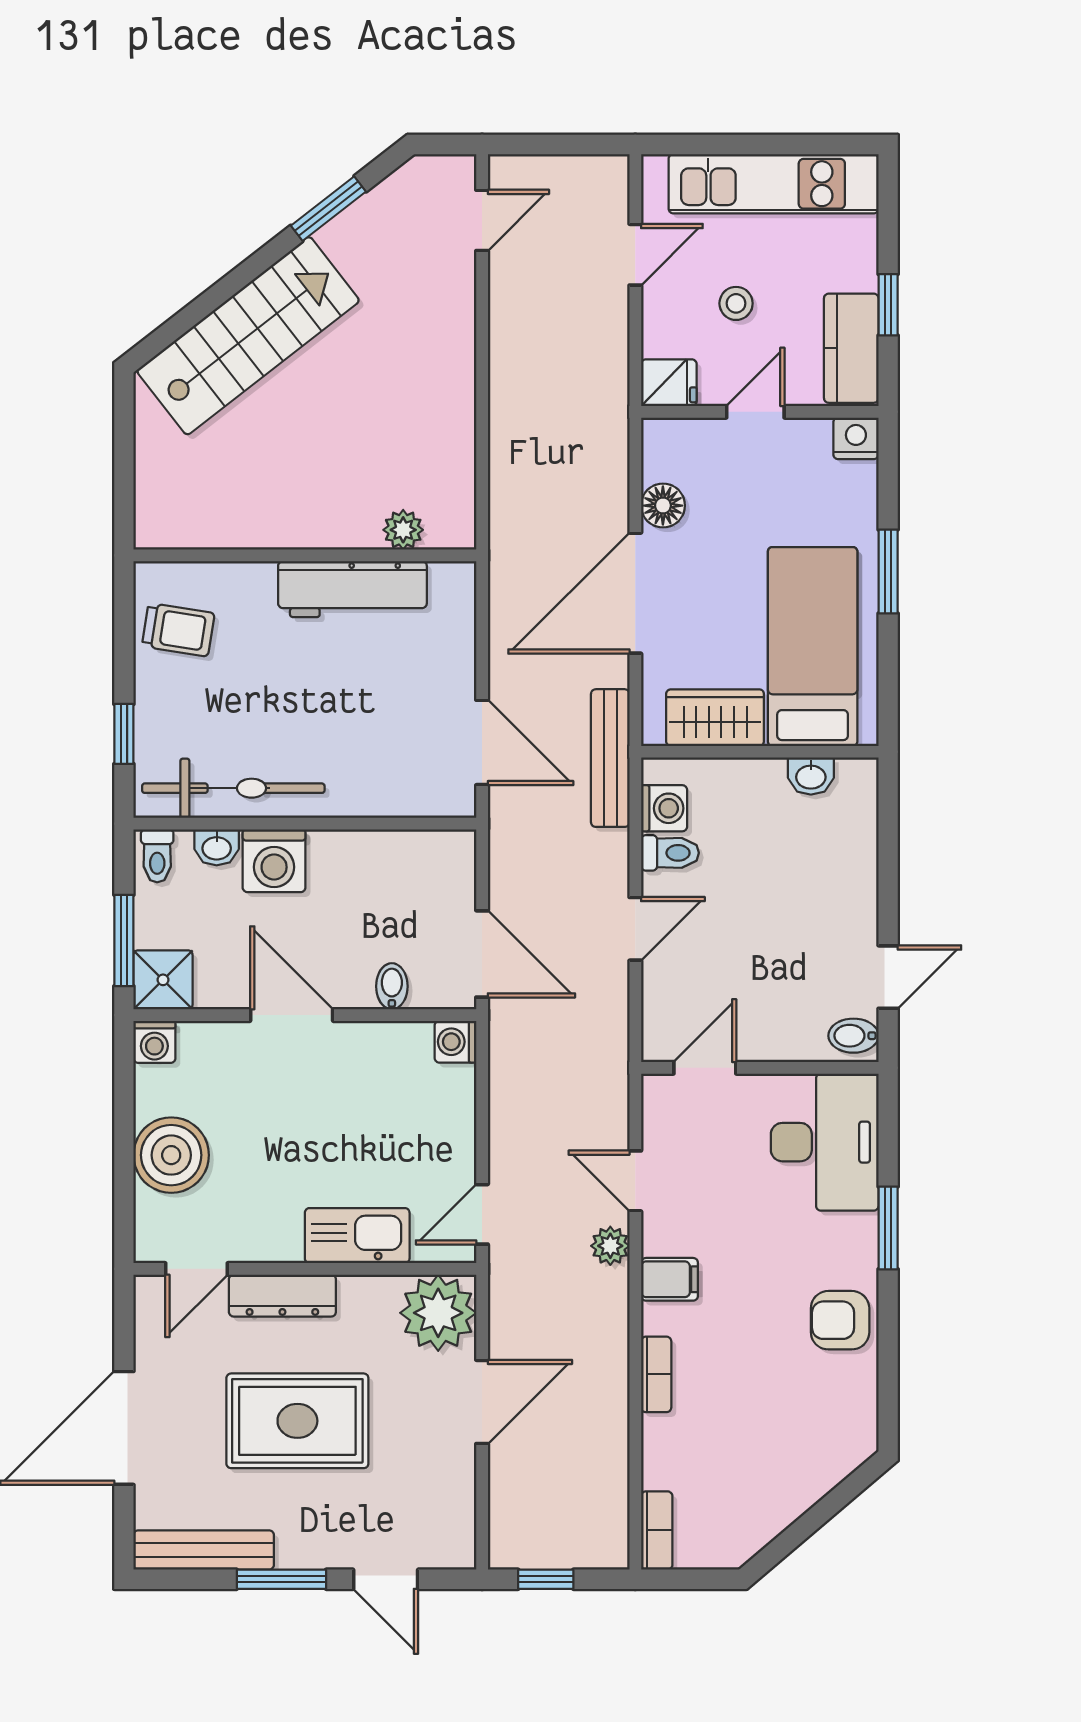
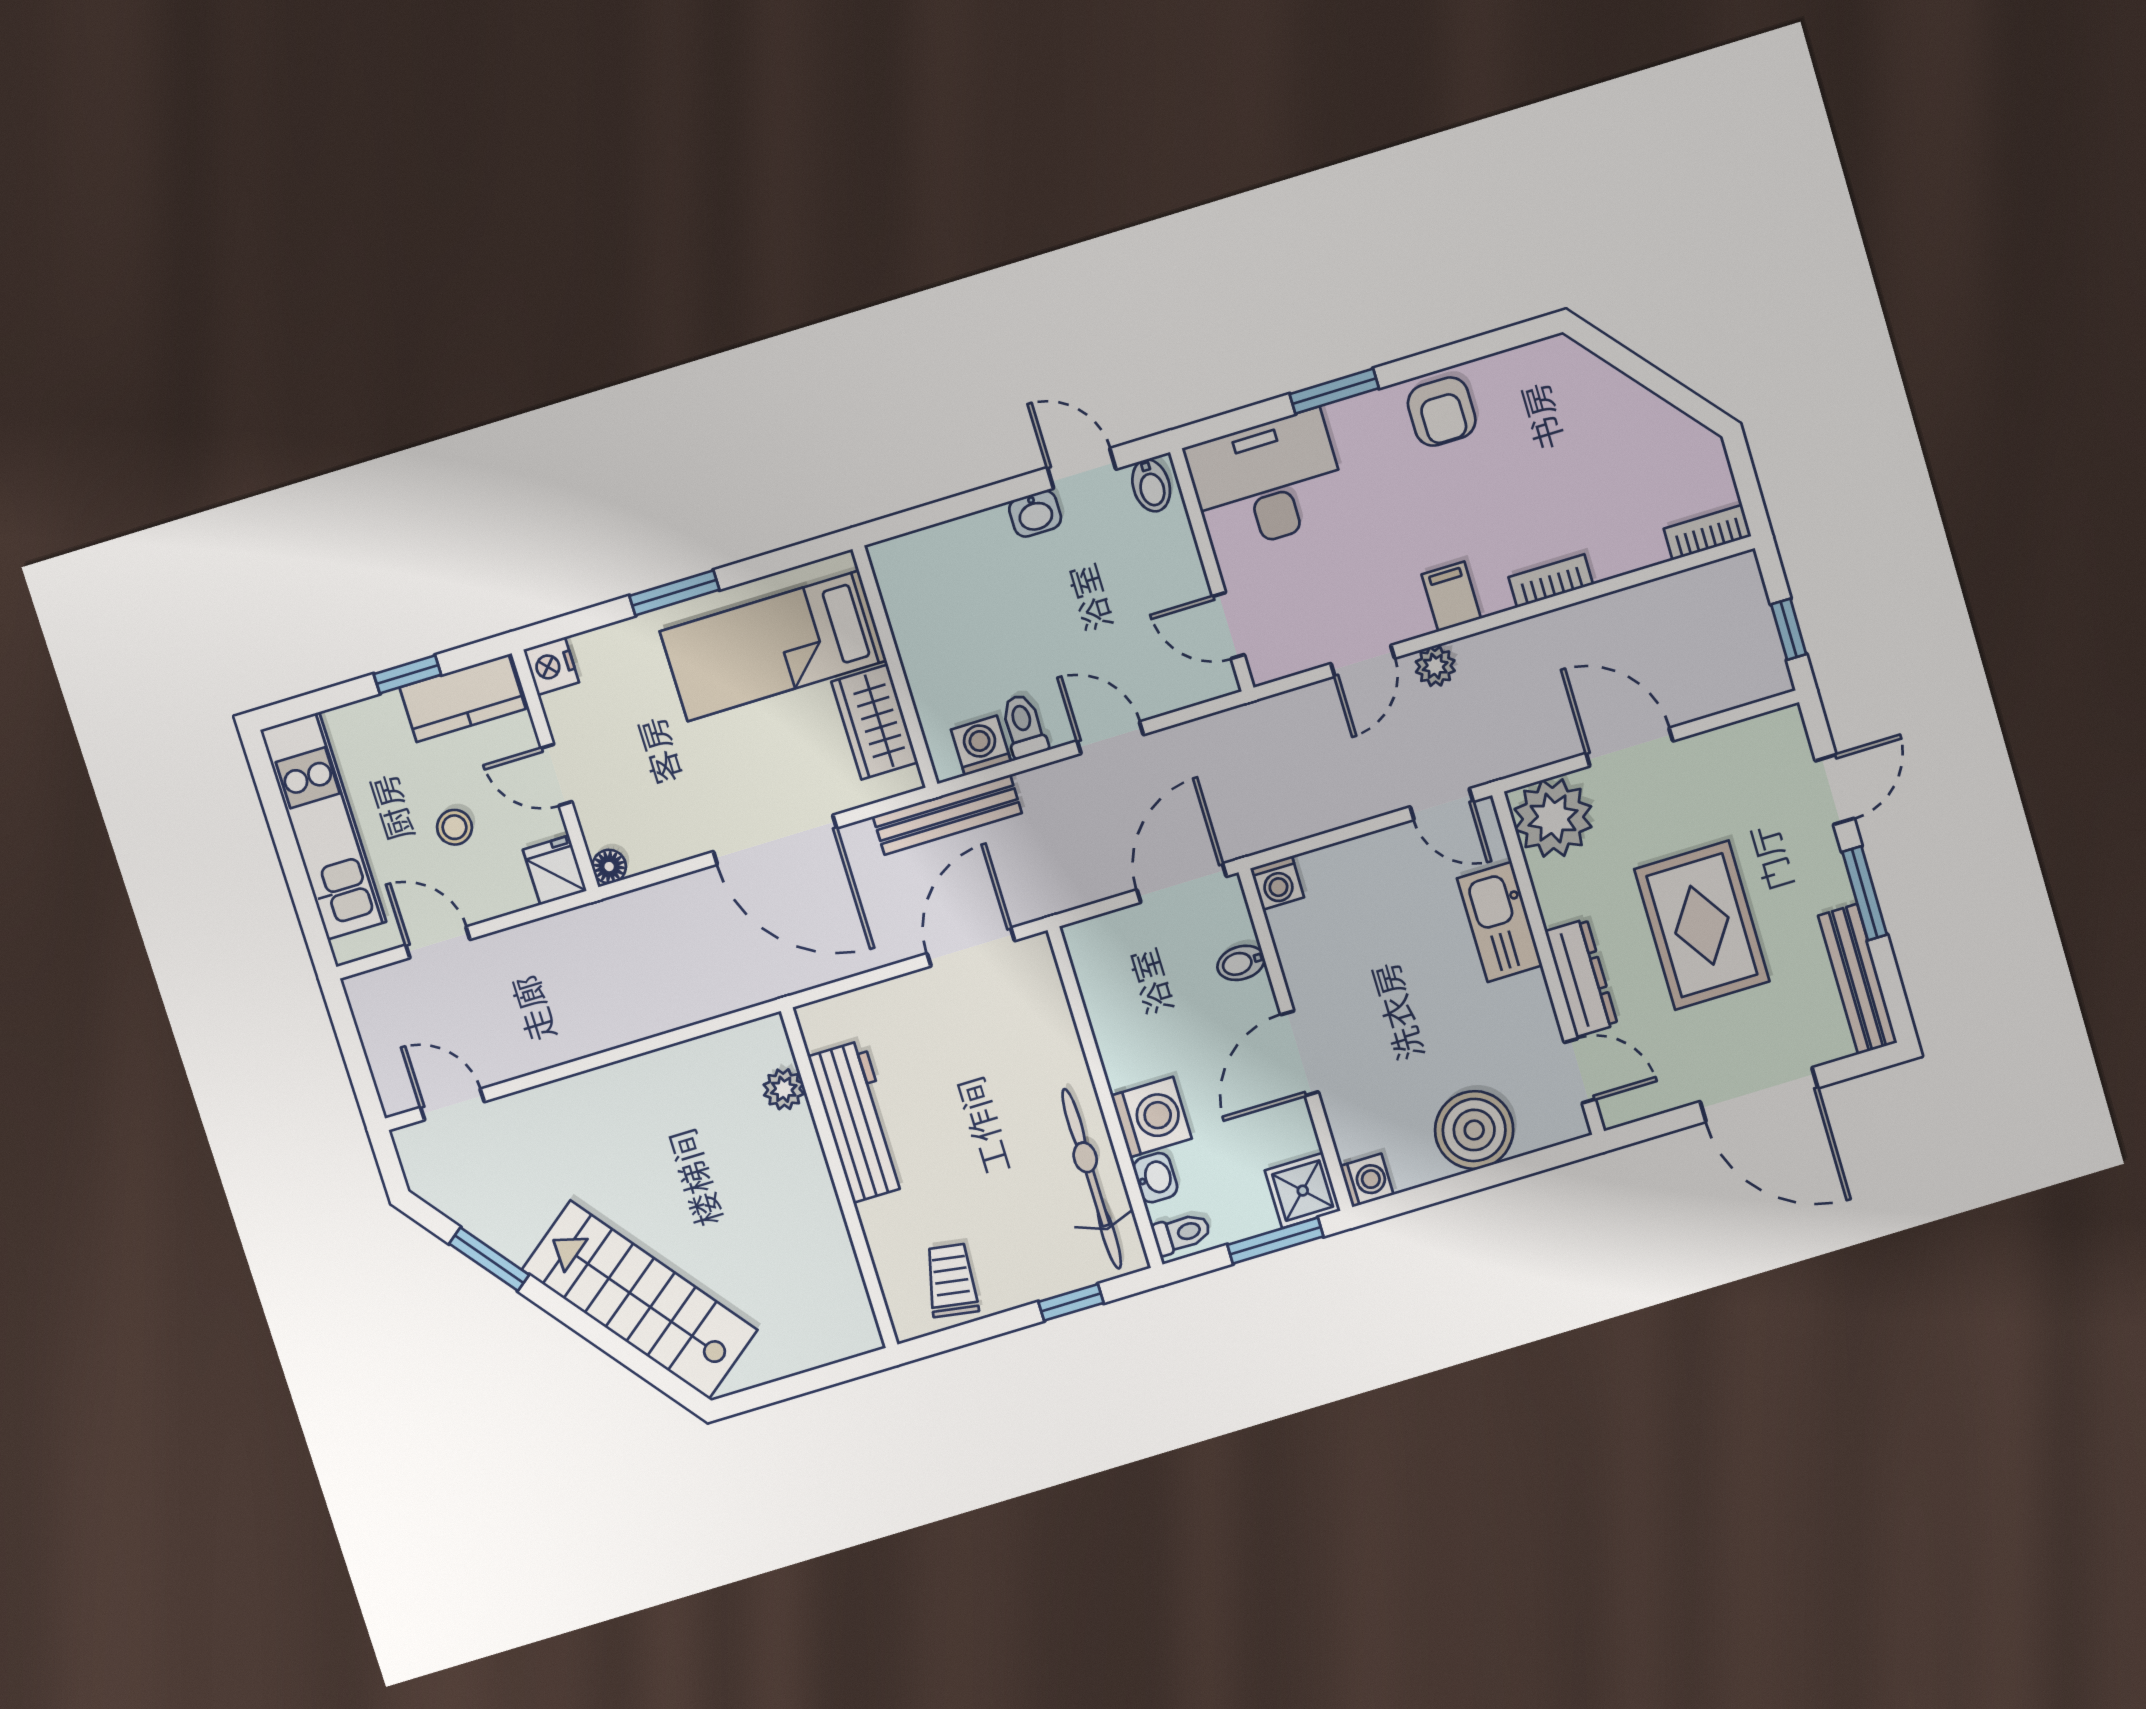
floor lamp: (663, 506) -> (609, 867), moved, width x0.73, depth x0.73
washbasin: (811, 776) -> (1035, 514), moved, turned 90

